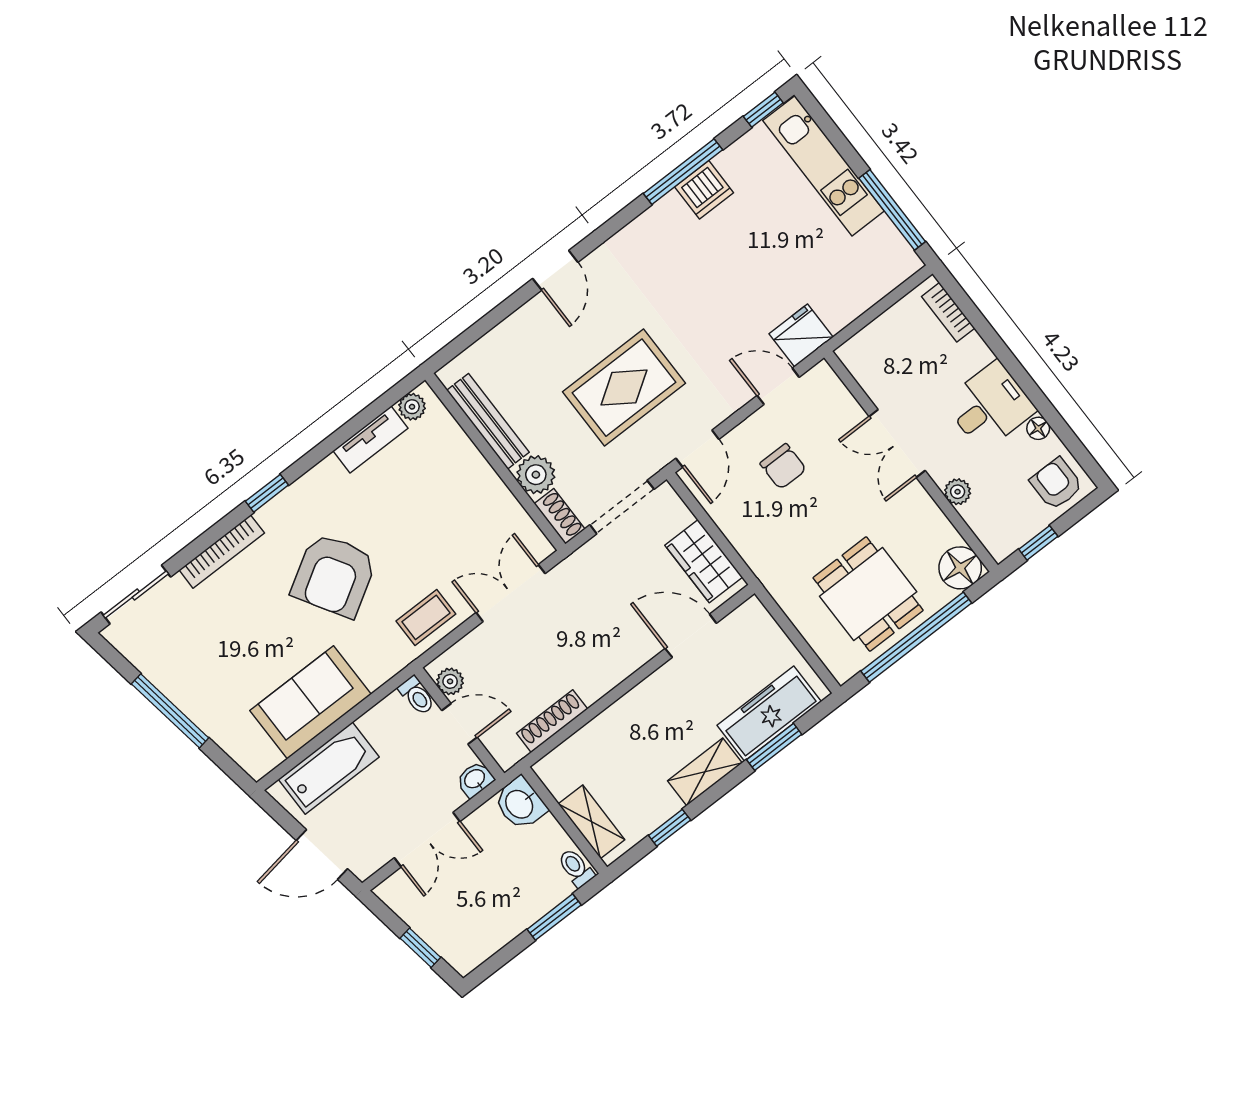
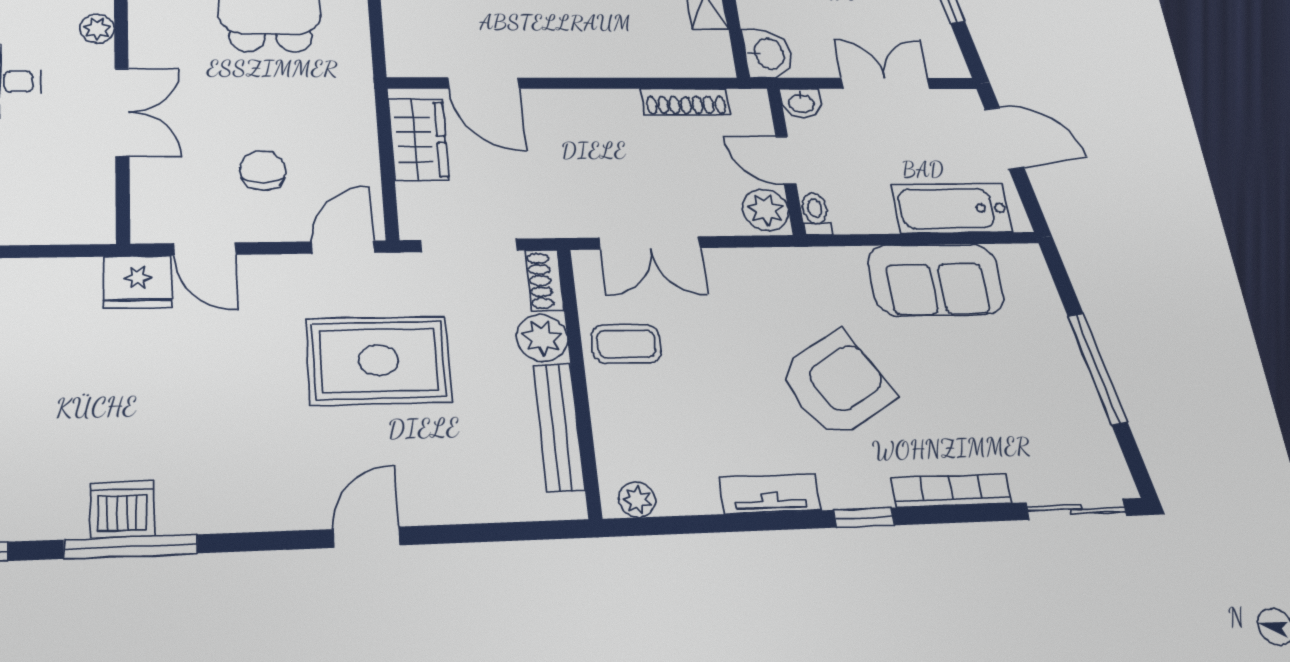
tv unit: (370, 440) -> (770, 494), moved
coffee table: (426, 617) -> (626, 344), moved
plant: (450, 681) -> (766, 210), width x1.38, depth x1.38

